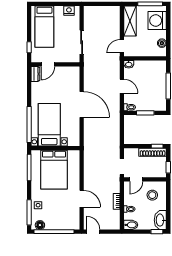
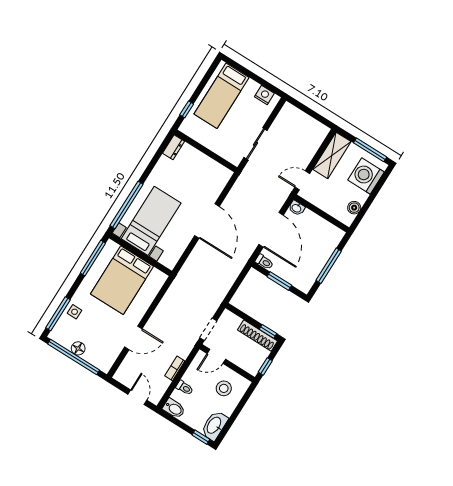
door: (48, 64) -> (196, 145), removed
door: (122, 86) -> (271, 230), width x1.88
door: (82, 199) -> (133, 338), hinge flipped
floor lamp: (40, 225) -> (78, 348), moved
door: (93, 232) -> (137, 397), moved

